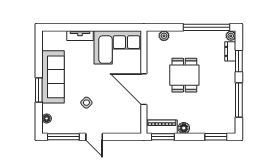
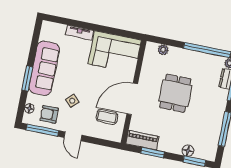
door: (144, 89) -> (132, 99), hinge flipped
coffee table: (123, 111) -> (107, 117), added
armchair: (67, 120) -> (49, 114), added
floor lamp: (184, 128) -> (188, 151), moved
window: (163, 137) -> (153, 153), moved

